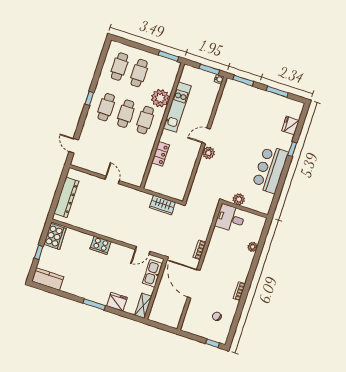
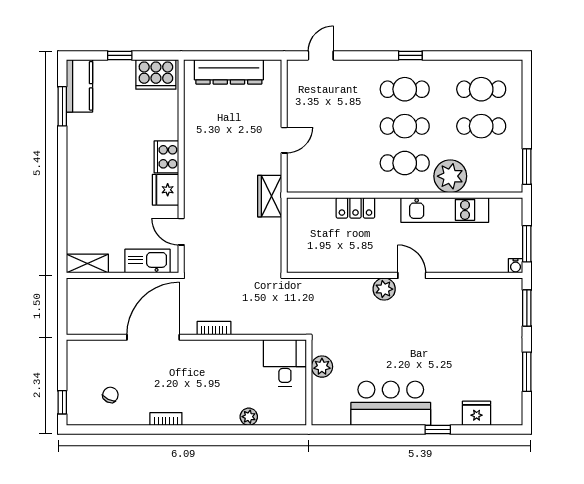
wardrobe: (162, 205) -> (270, 196), moved
fridge: (117, 302) -> (166, 190), moved, turned 180
window: (94, 304) -> (62, 106), moved

